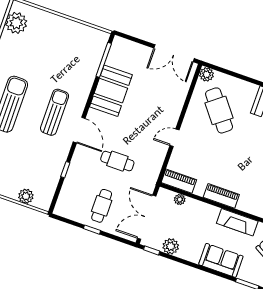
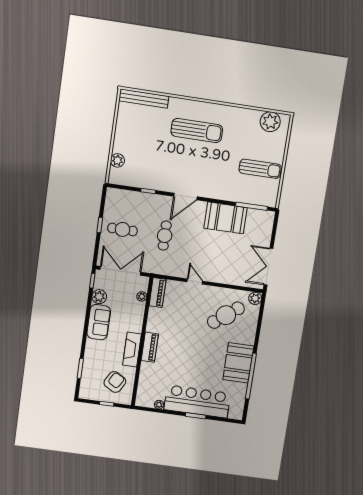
sun lounger: (55, 112) -> (260, 169), moved
piano: (221, 196) -> (150, 347), moved
sofa: (221, 260) -> (99, 322), moved

